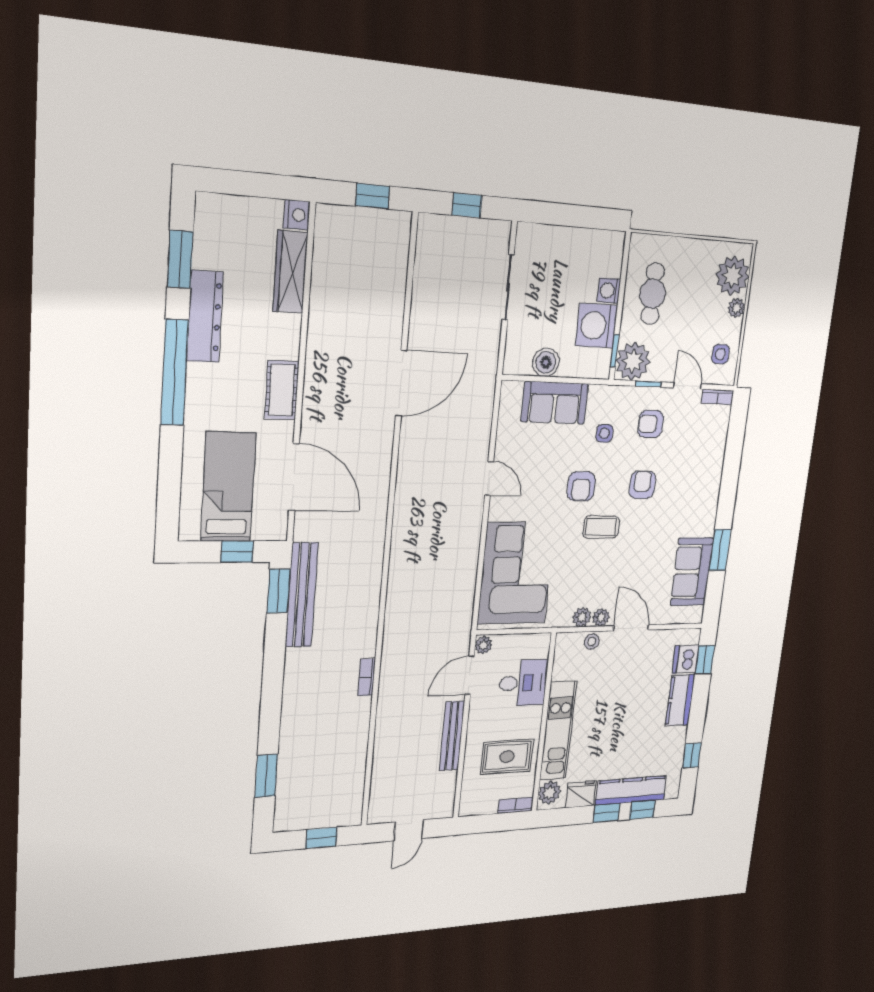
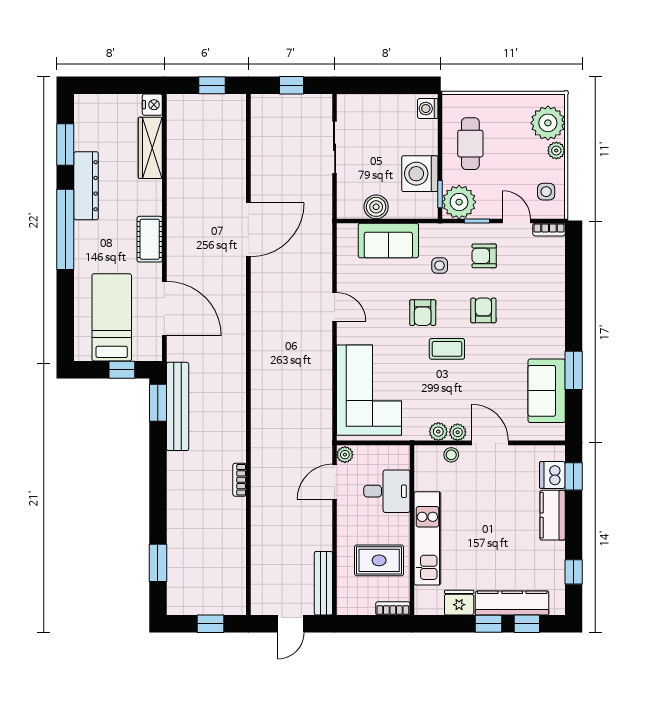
washing machine: (609, 291) -> (428, 109), moved
bench: (452, 736) -> (323, 583), moved
plant: (549, 793) -> (426, 599), removed

